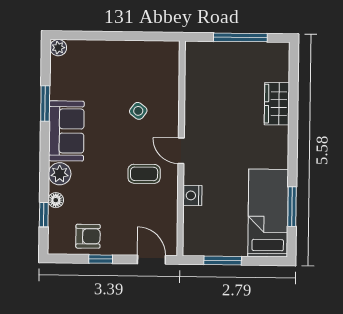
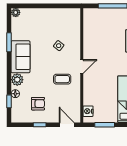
door: (181, 151) -> (82, 67), swing flipped
nightstand: (192, 195) -> (88, 111), moved
armchair: (88, 236) -> (38, 104), moved

